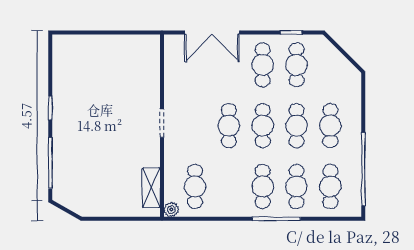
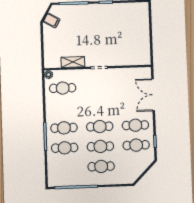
cafe table: (229, 126) -> (99, 107), removed
cafe table: (330, 186) -> (65, 168), removed
shelving: (151, 188) -> (73, 62), moved
filing cabinet: (79, 202) -> (52, 20), added

